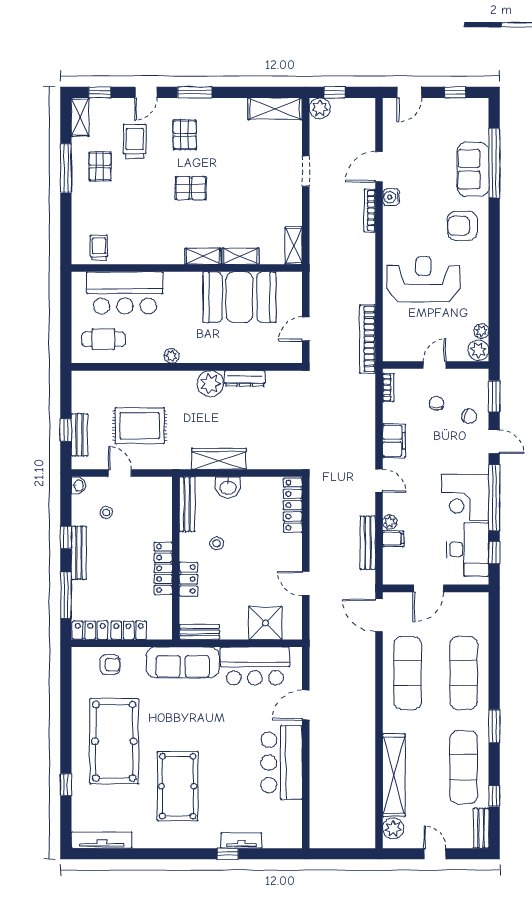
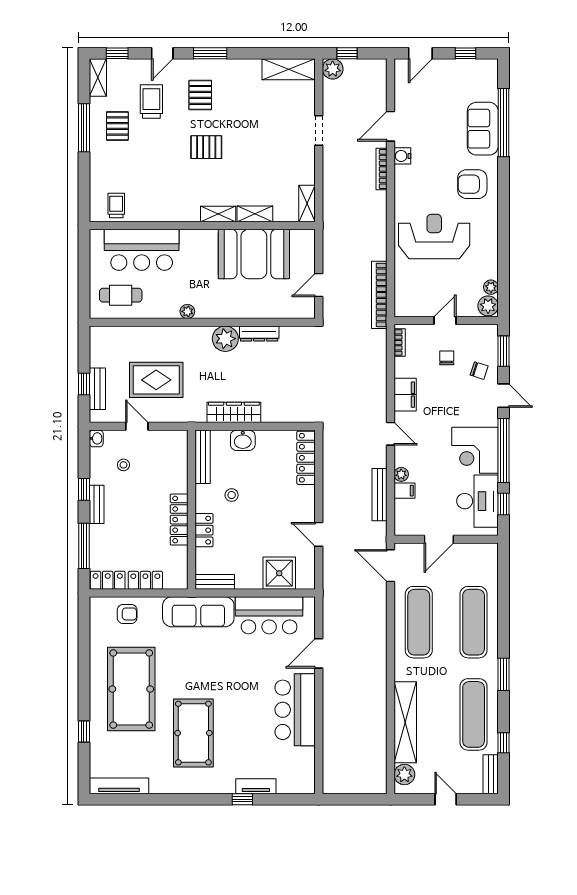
bench: (79, 553) -> (97, 504), width x0.73

